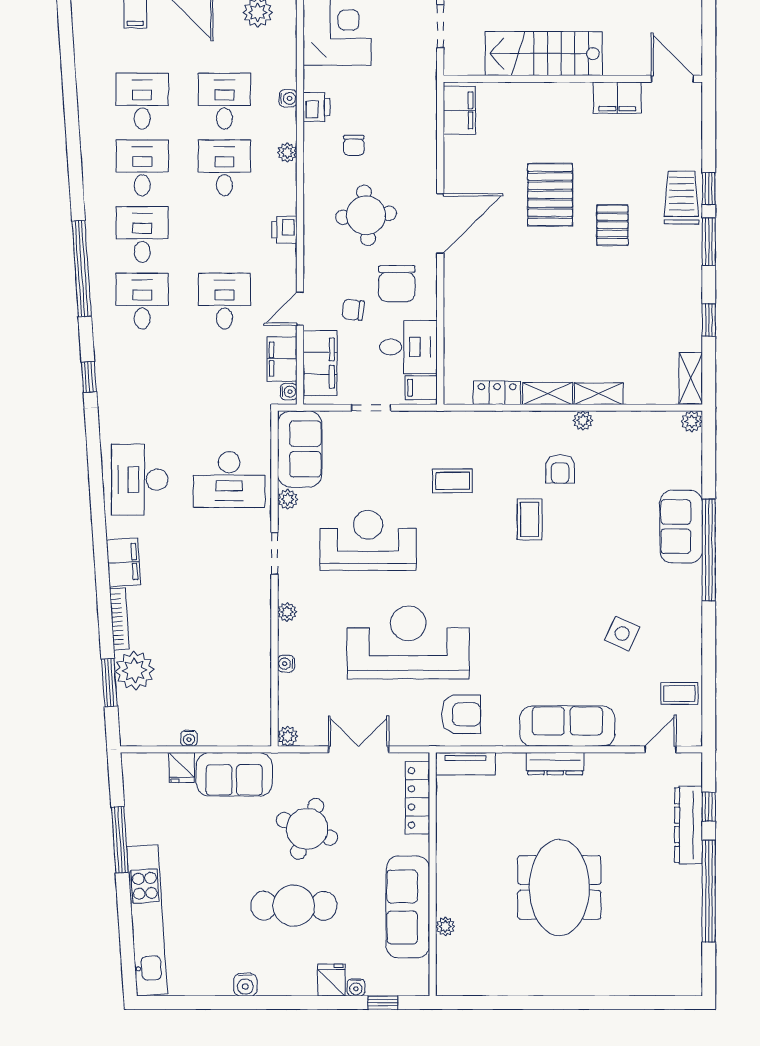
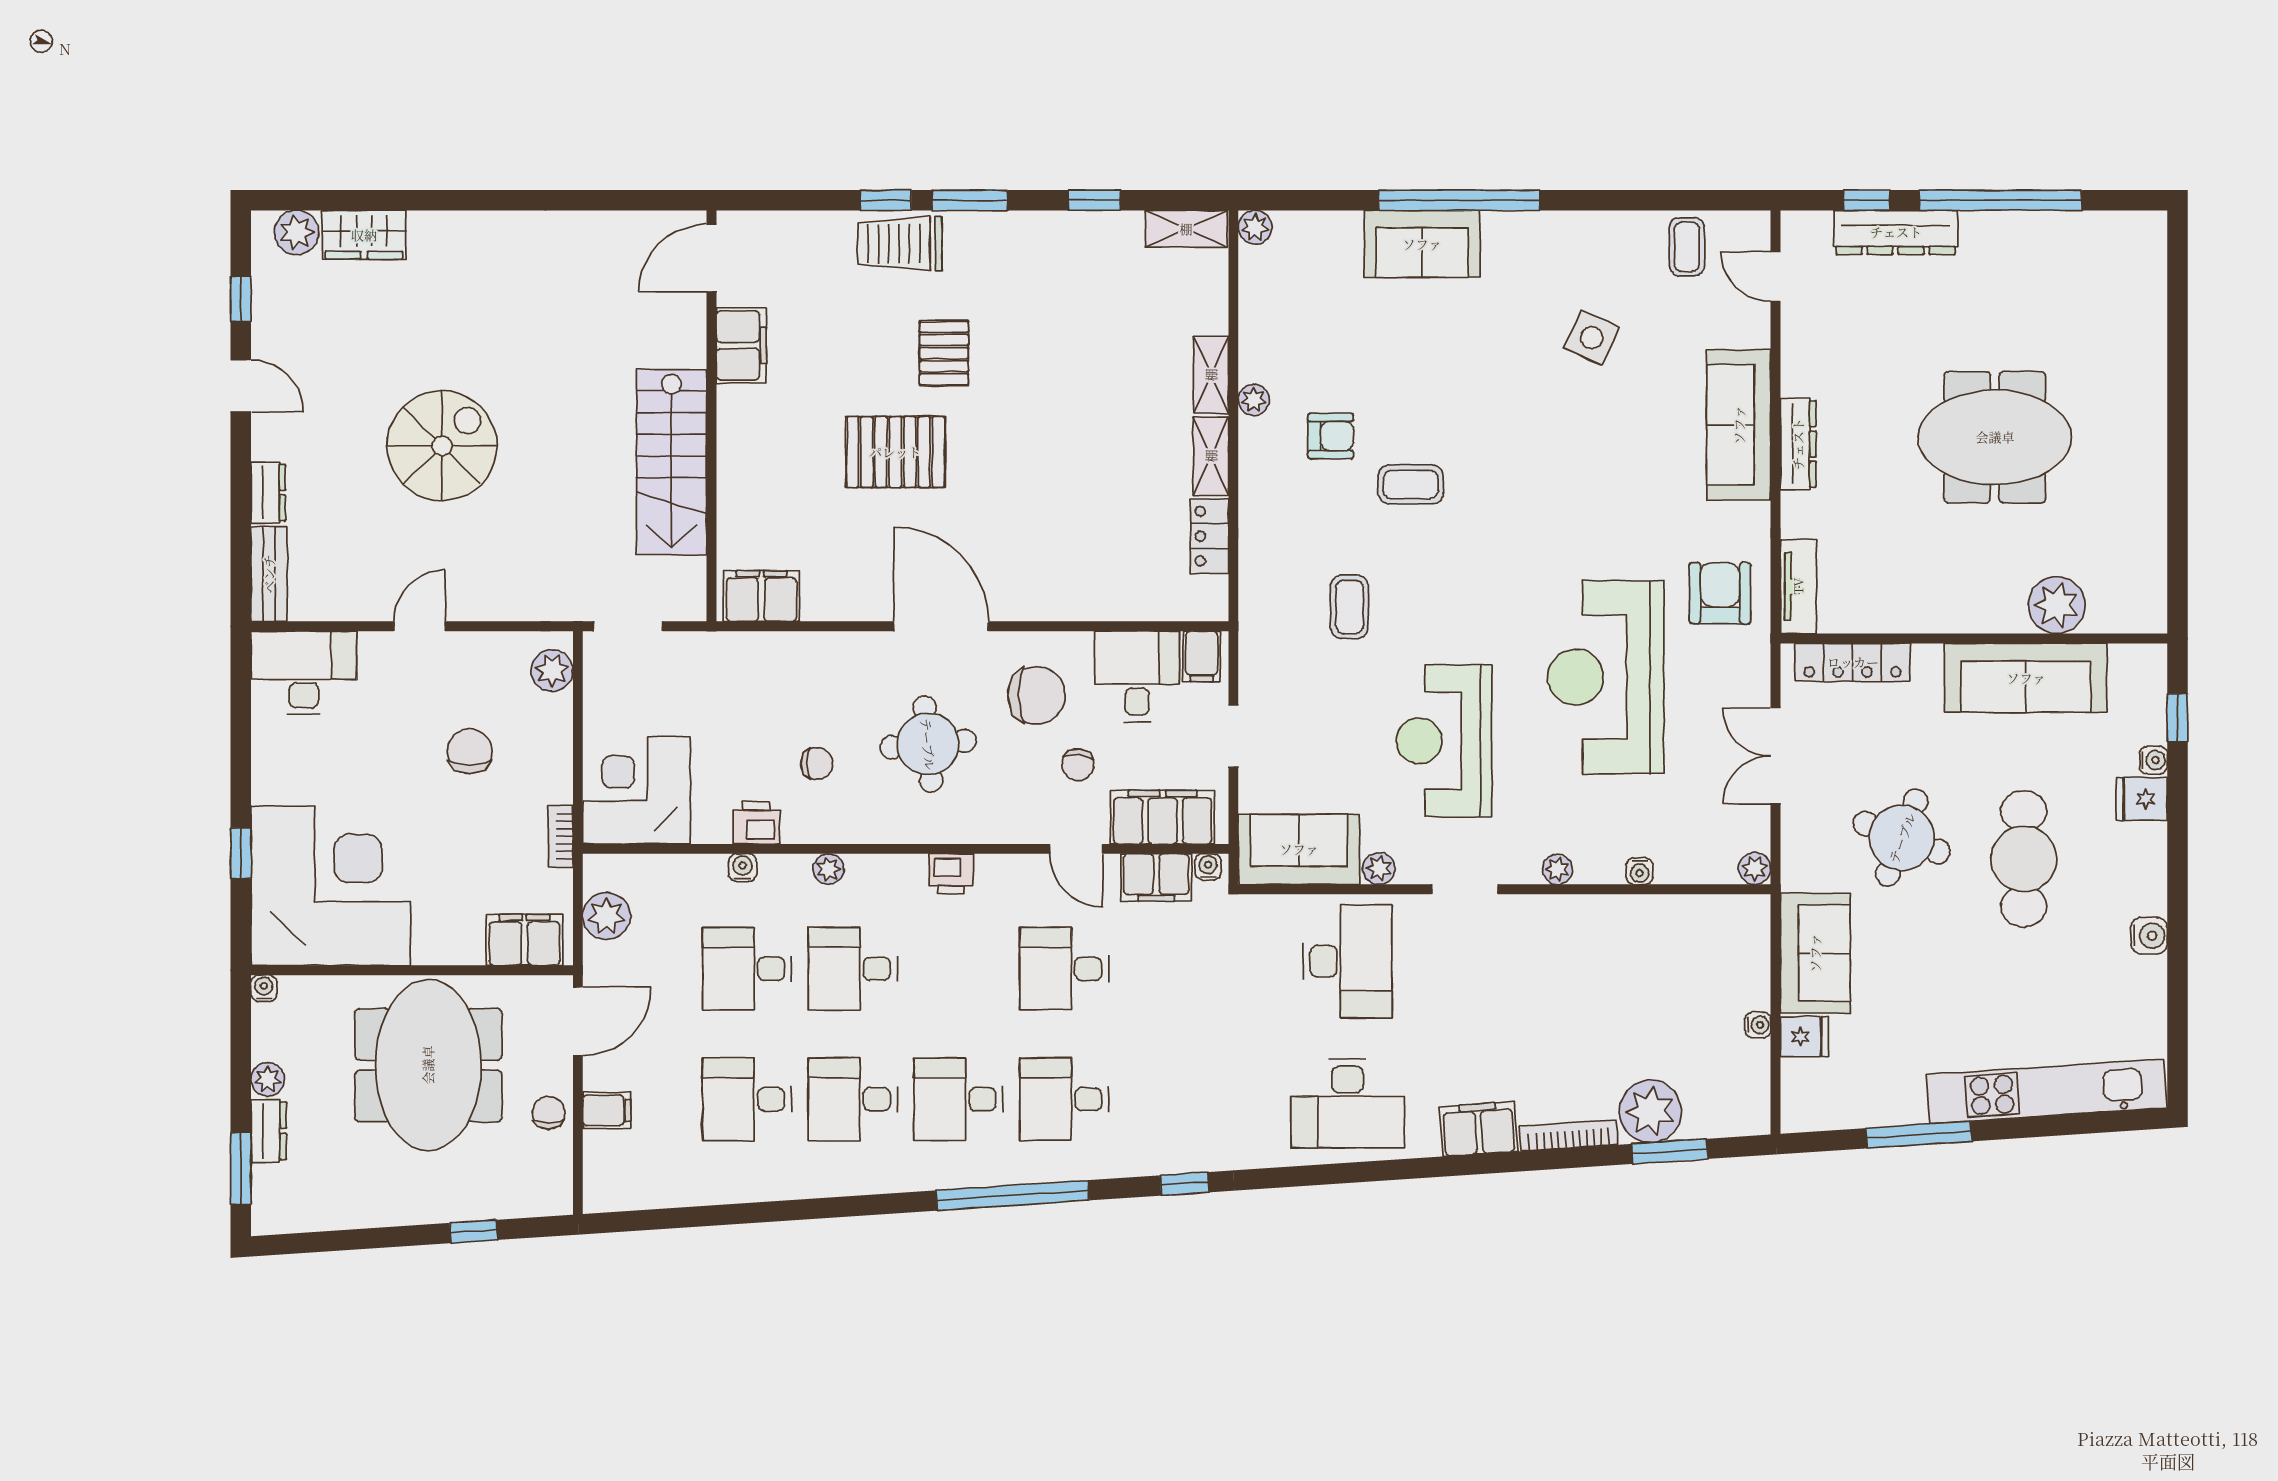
pallet: (612, 225) -> (944, 353), turned 90
plant: (445, 927) -> (2057, 605), width x1.88, depth x1.88

